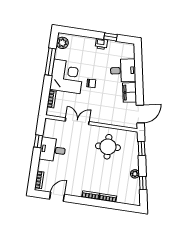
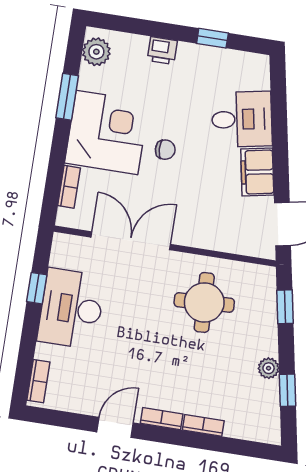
printer: (101, 44) -> (162, 51), moved
window: (50, 62) -> (67, 97), width x0.69
double door: (77, 121) -> (131, 241), width x1.37
desk: (53, 150) -> (71, 309), width x1.37
door: (57, 197) -> (115, 427), moved

